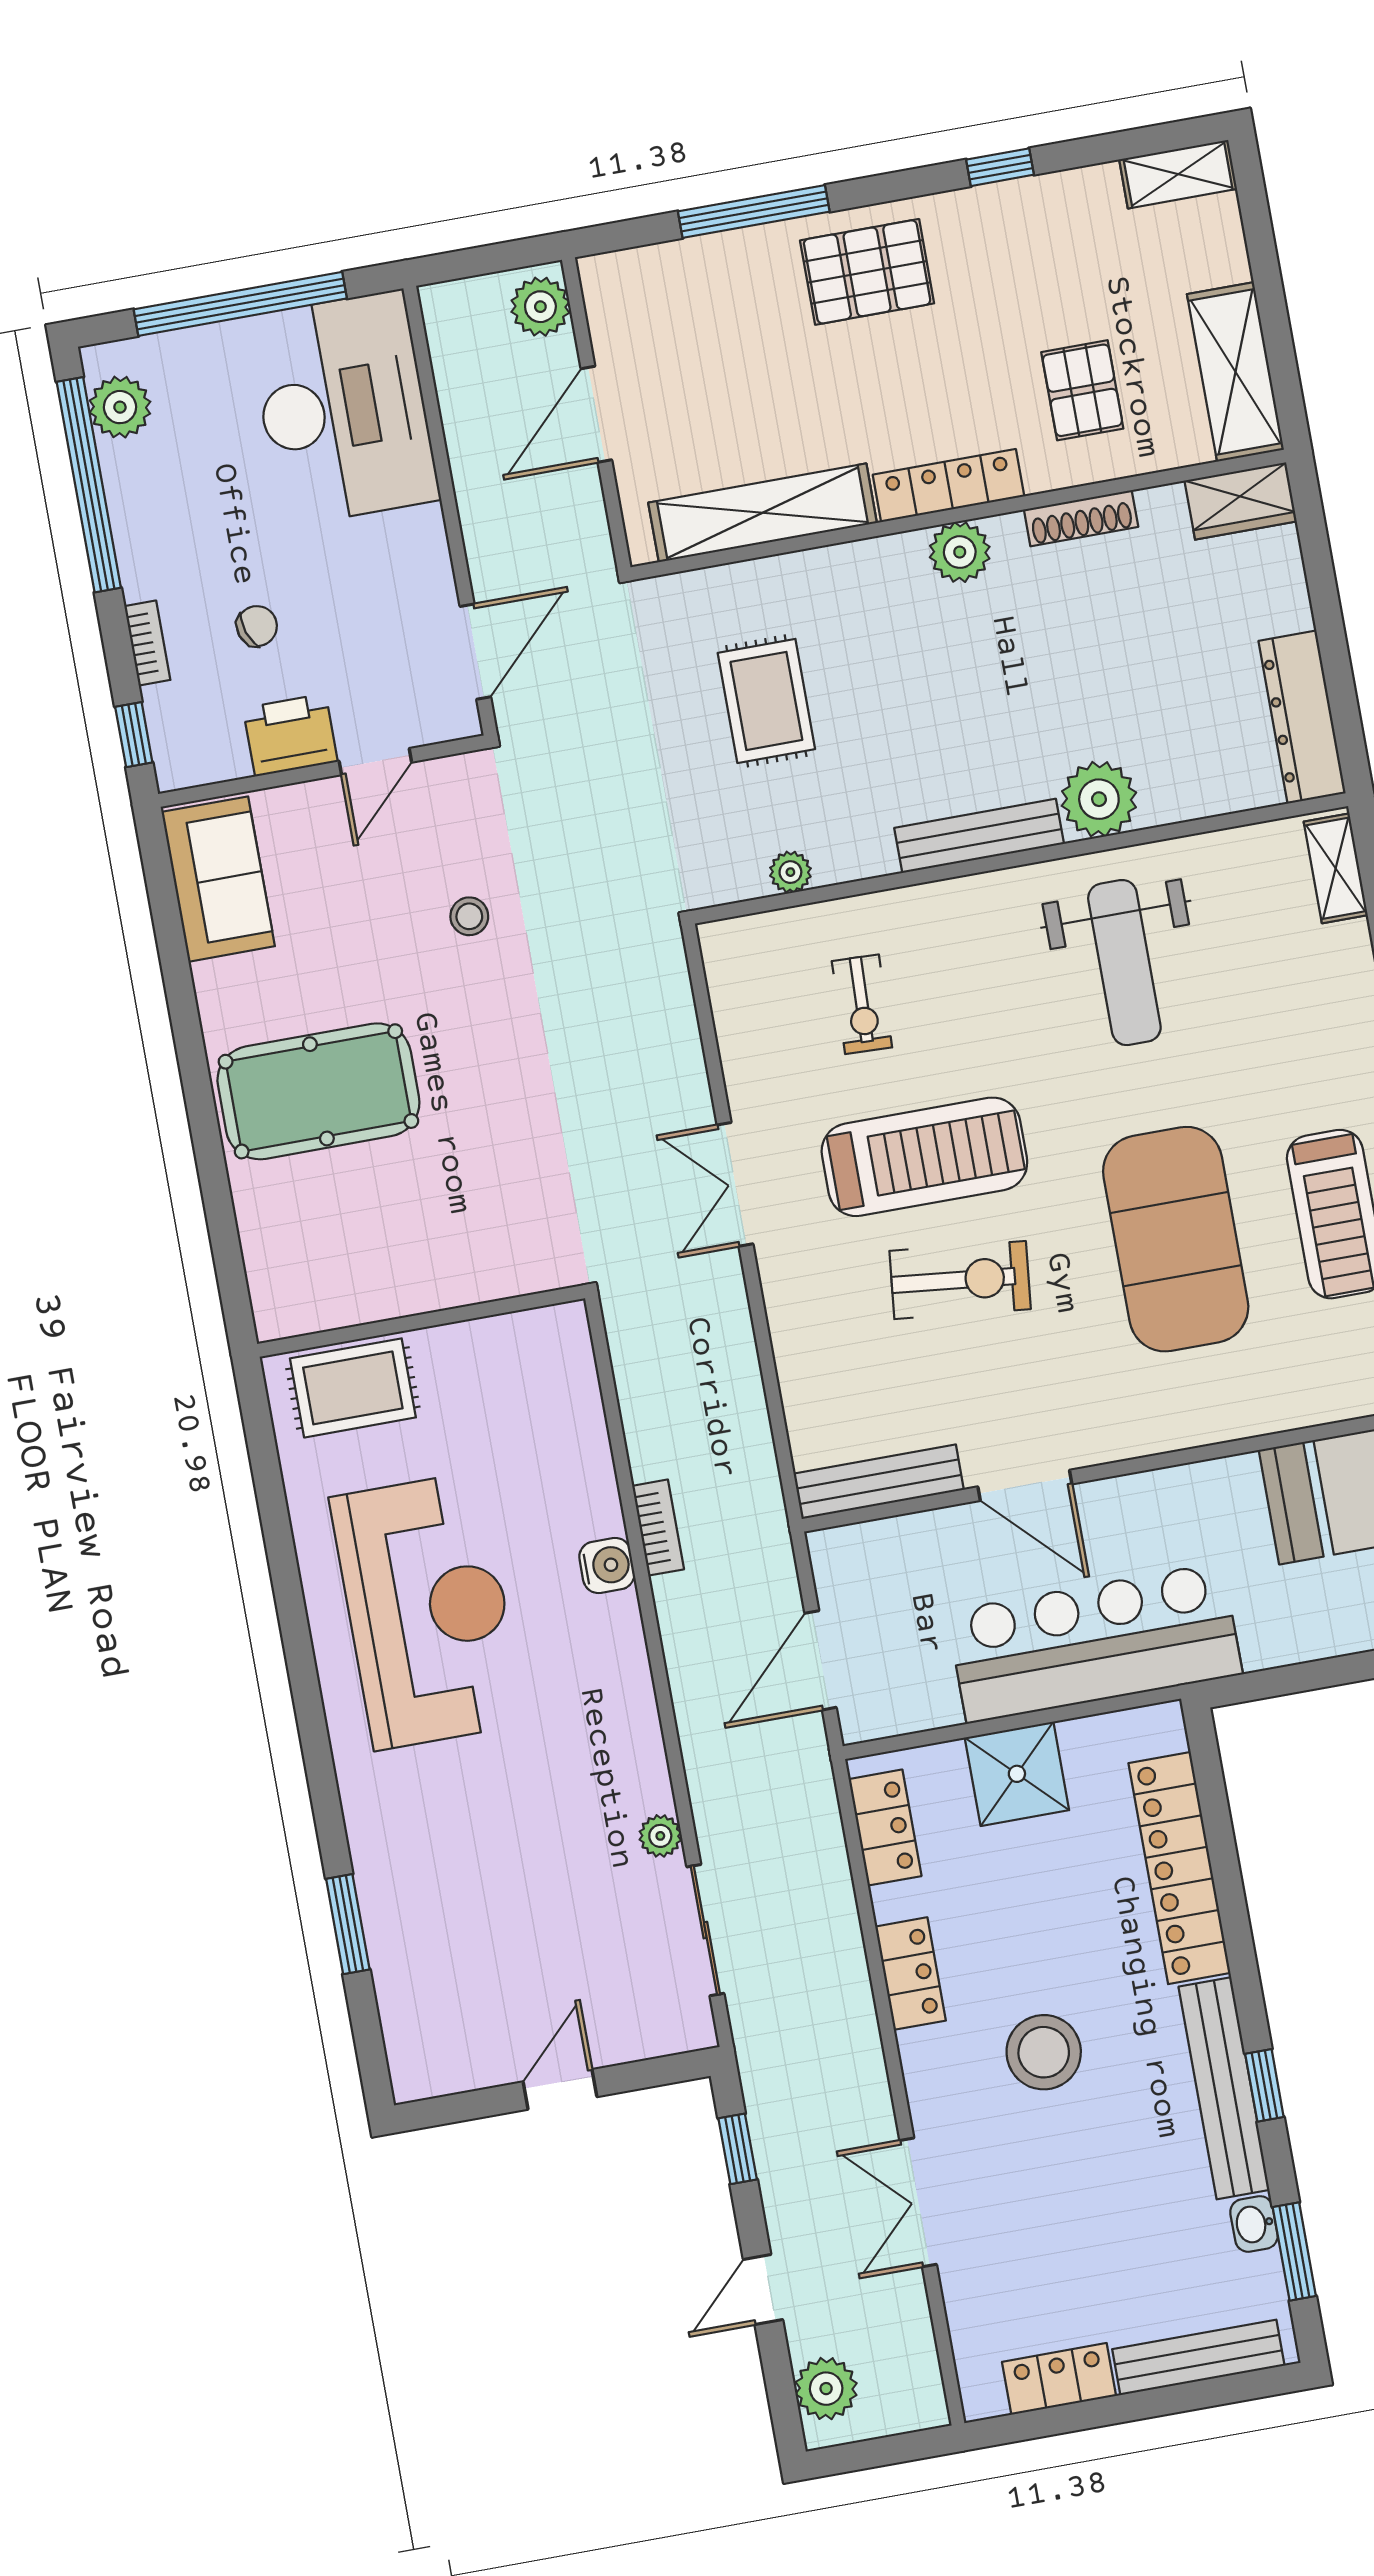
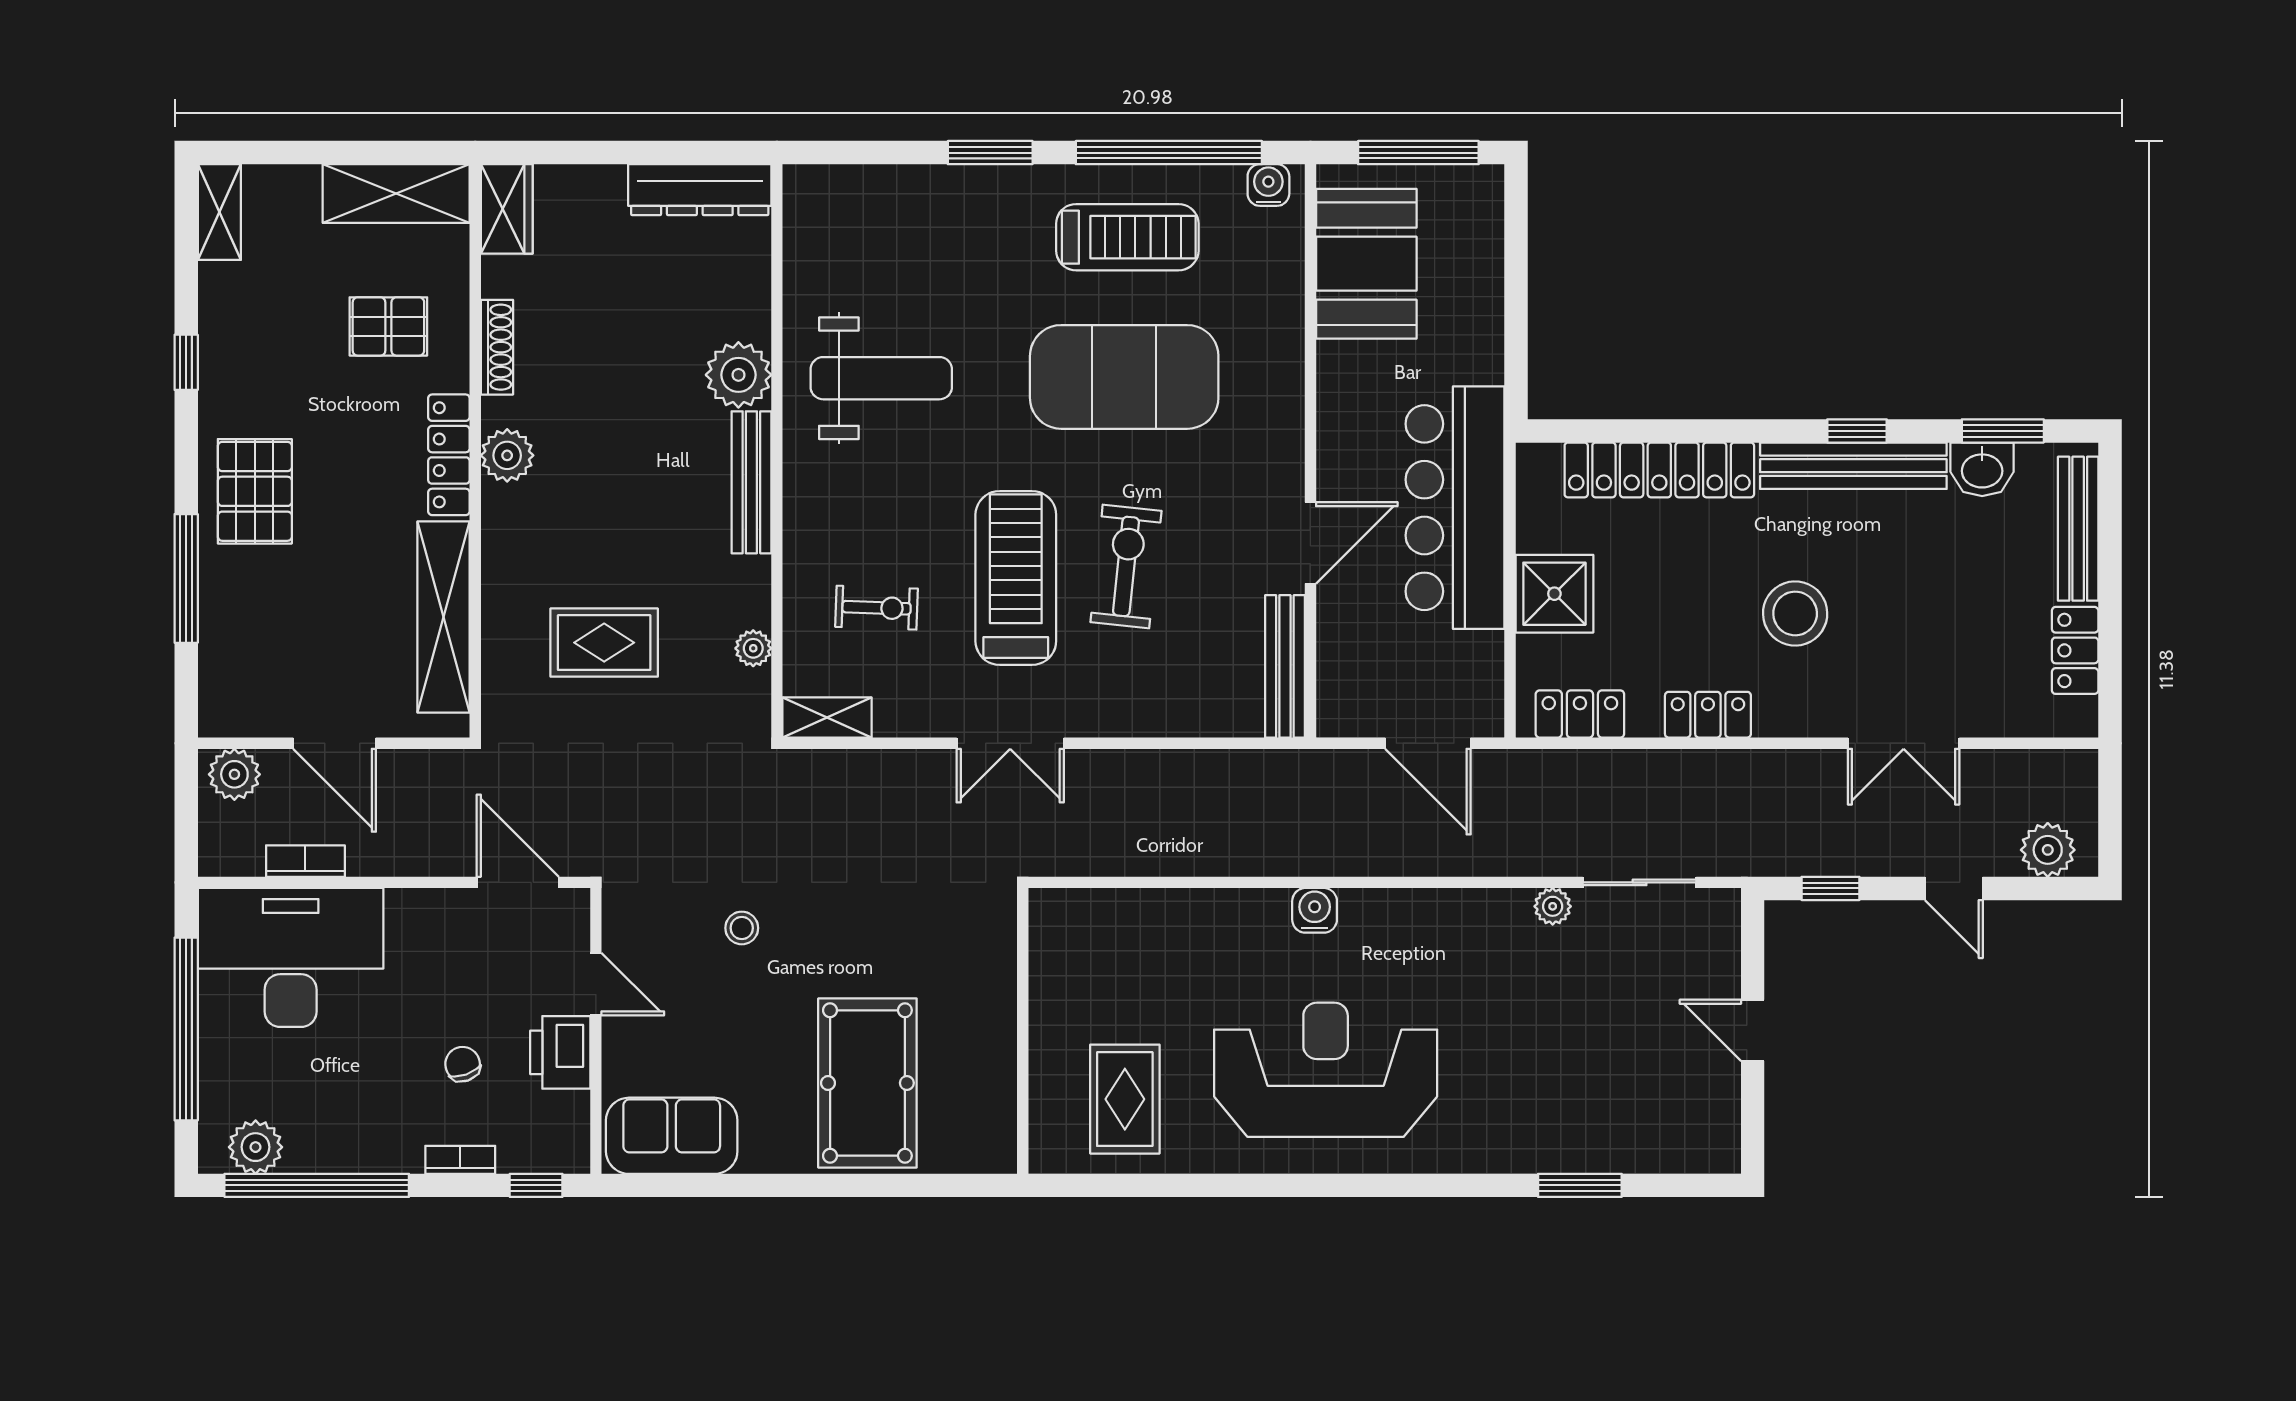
shelving: (1336, 868) -> (827, 718), moved
wall: (421, 1321) -> (1023, 1031), moved
bookcase: (658, 1528) -> (305, 861), moved
washbasin: (1254, 2224) -> (1982, 469), width x1.38, depth x1.45

